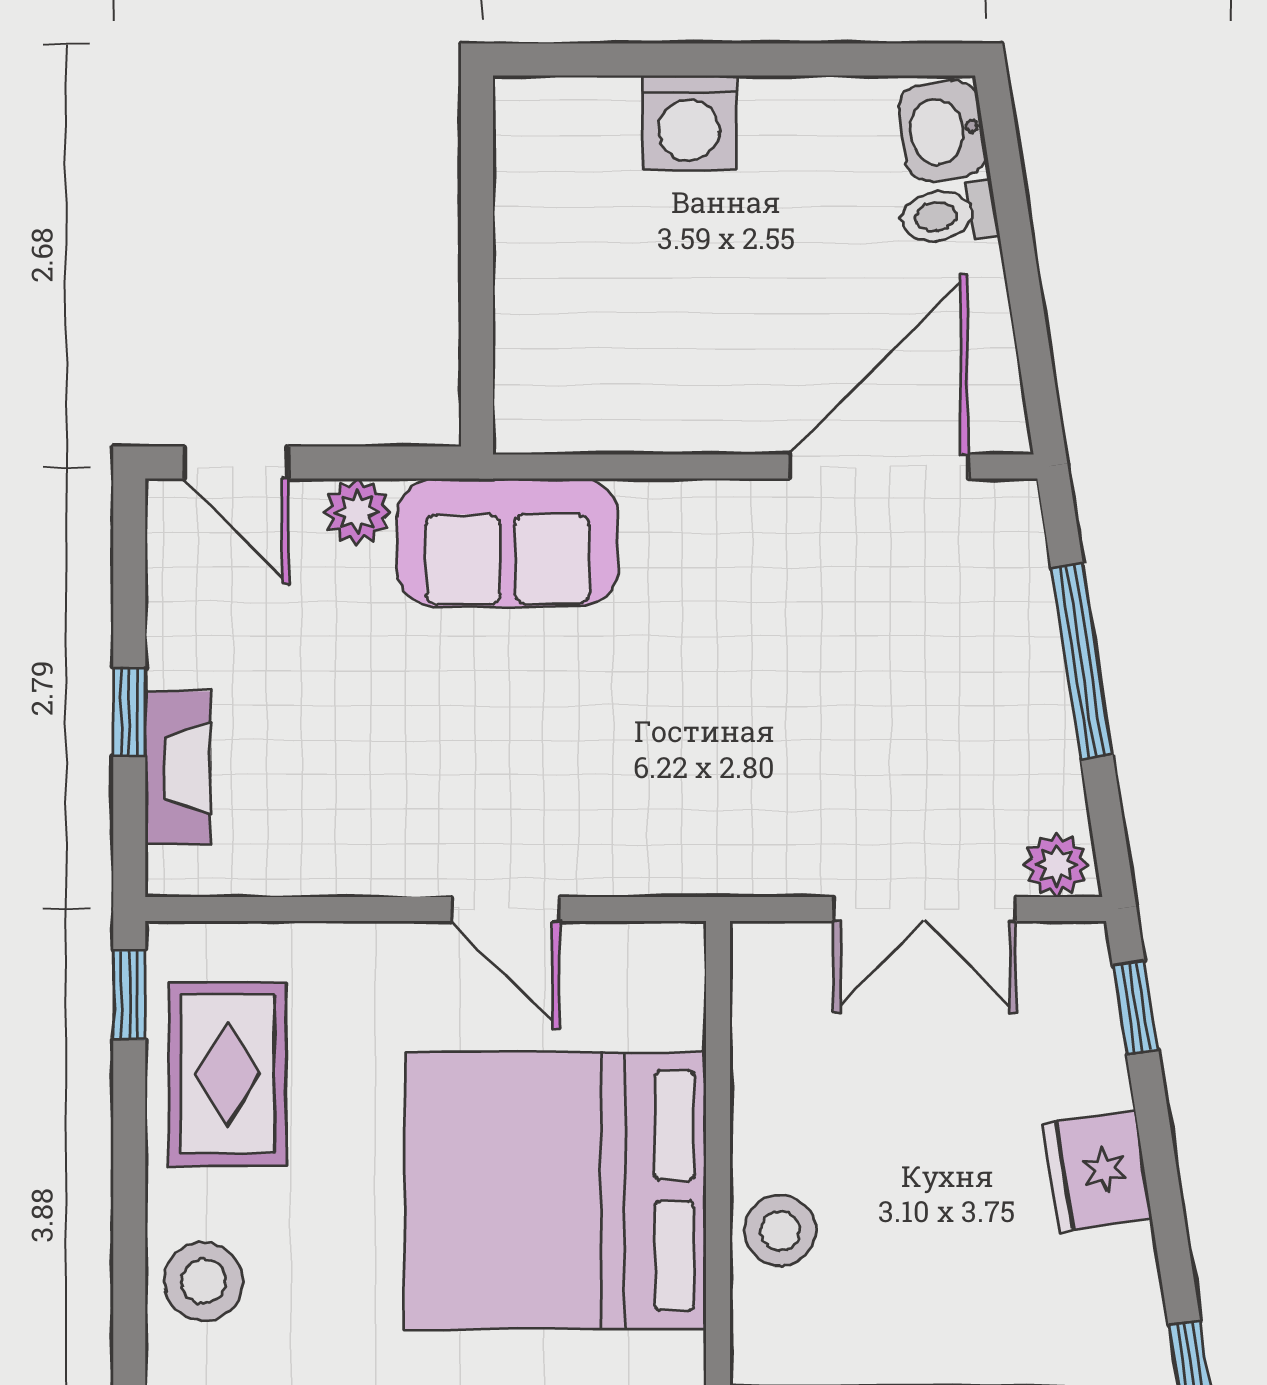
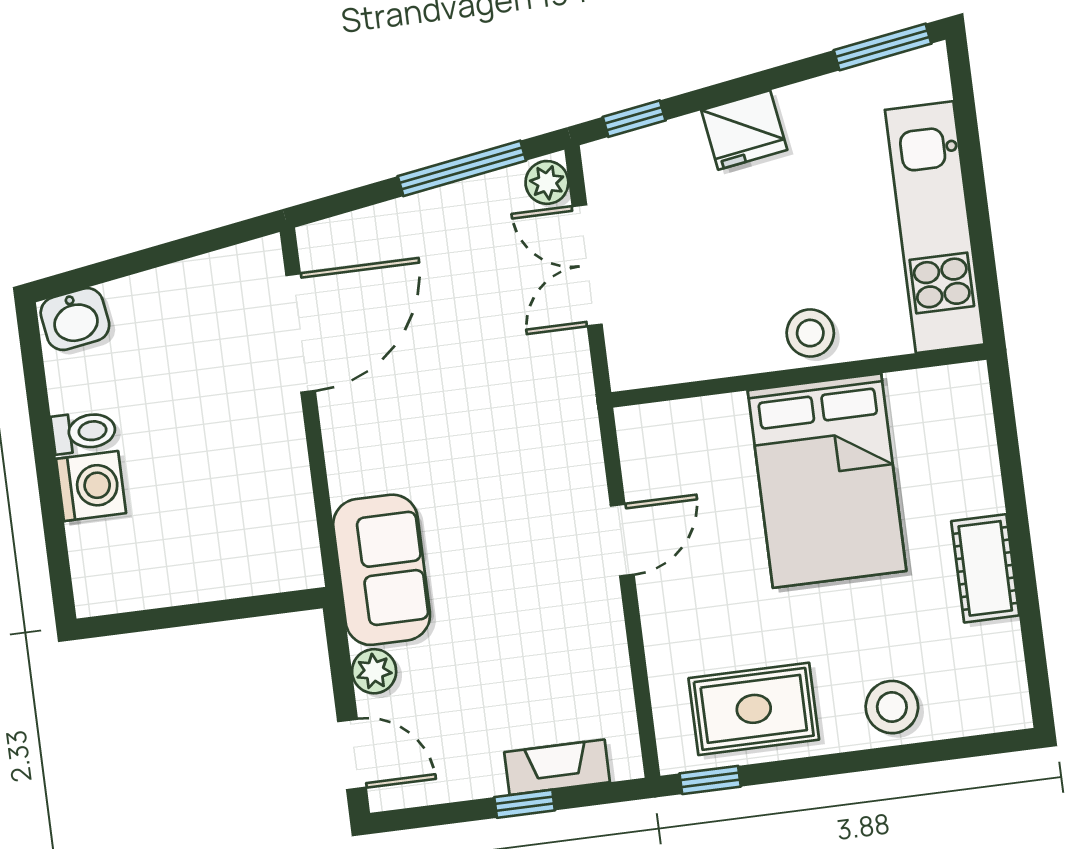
toilet: (949, 214) -> (84, 432), moved, turned -81
door: (236, 463) -> (352, 754), hinge flipped
door: (878, 466) -> (301, 333), swing flipped
window: (1082, 661) -> (462, 168), moved
double door: (925, 909) -> (587, 265), swing flipped
bed: (556, 1191) -> (827, 481), width x0.73

